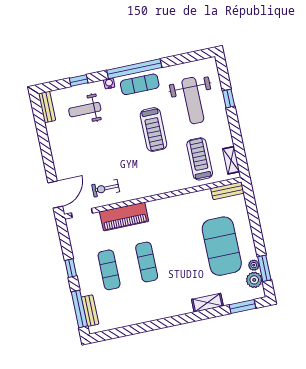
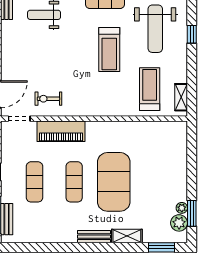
bench: (227, 191) -> (94, 237), moved
exercise mat: (222, 246) -> (114, 182), moved

